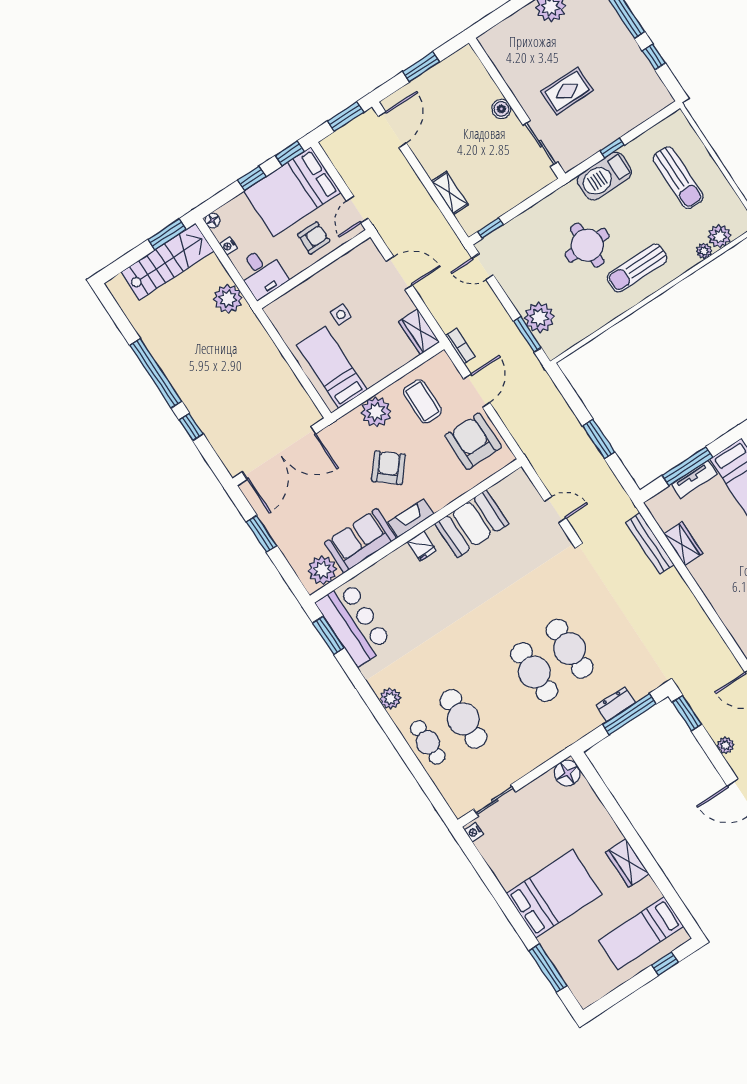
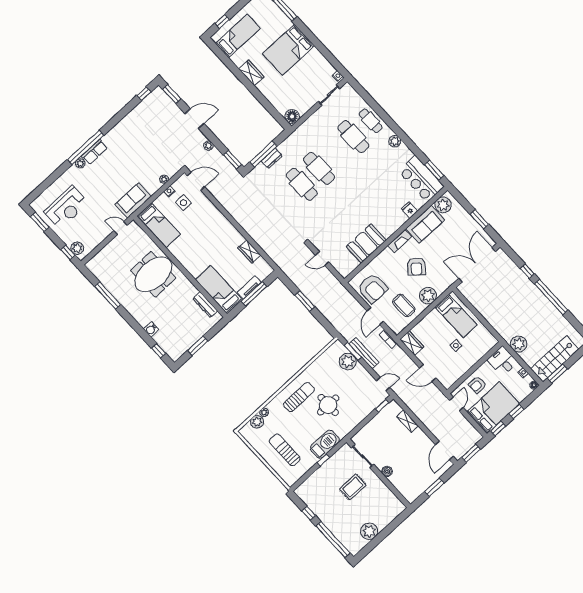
bench: (650, 543) -> (364, 353), moved
fridge: (422, 546) -> (410, 210), moved

